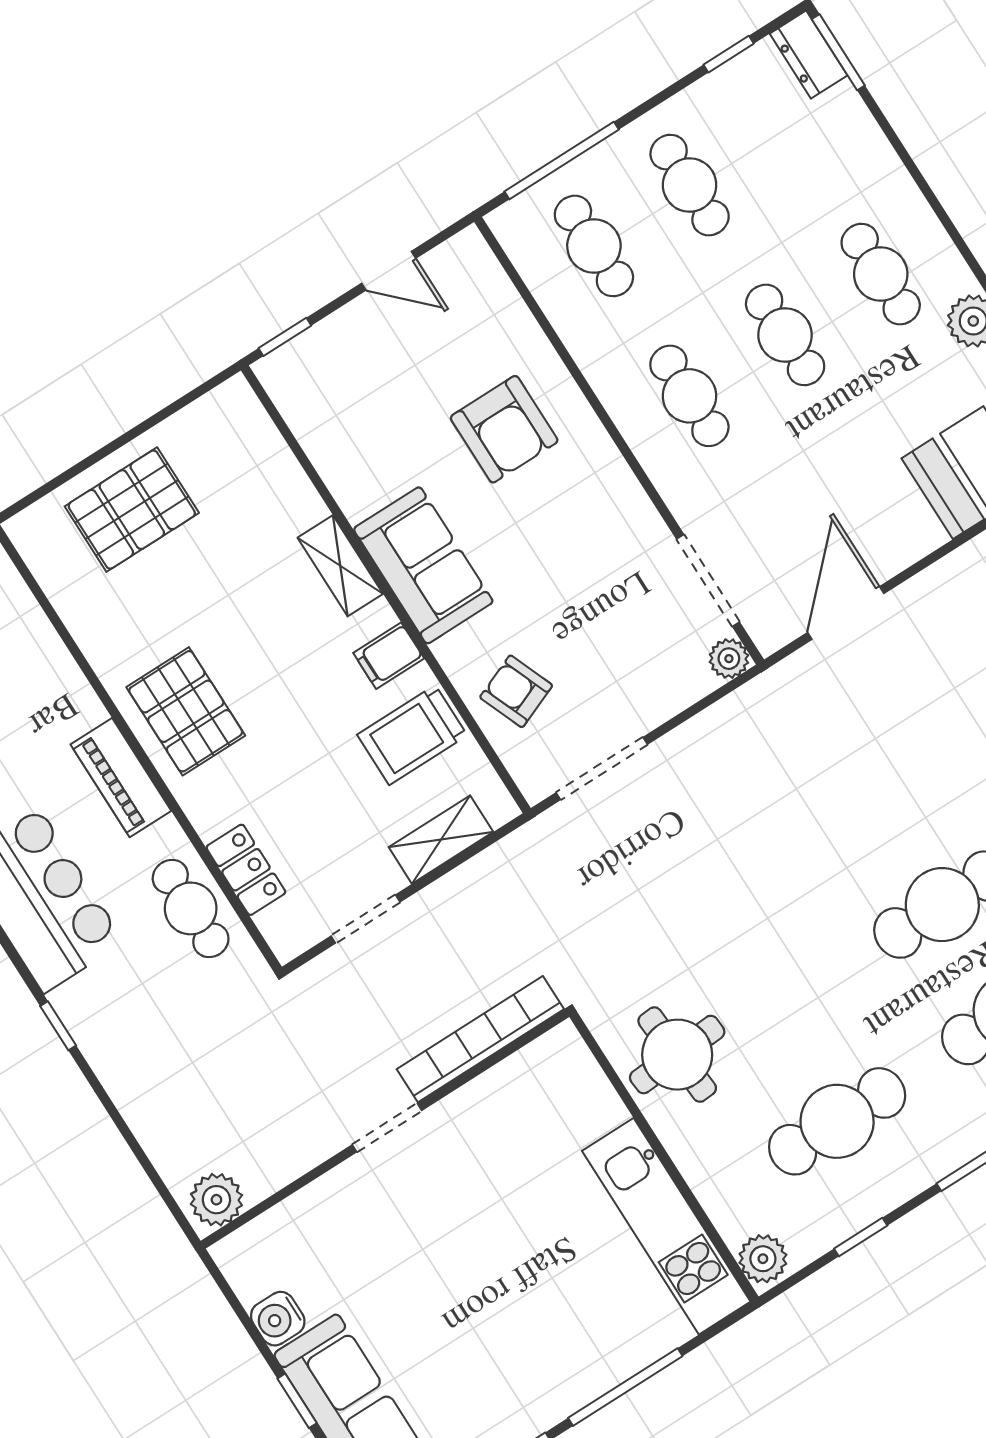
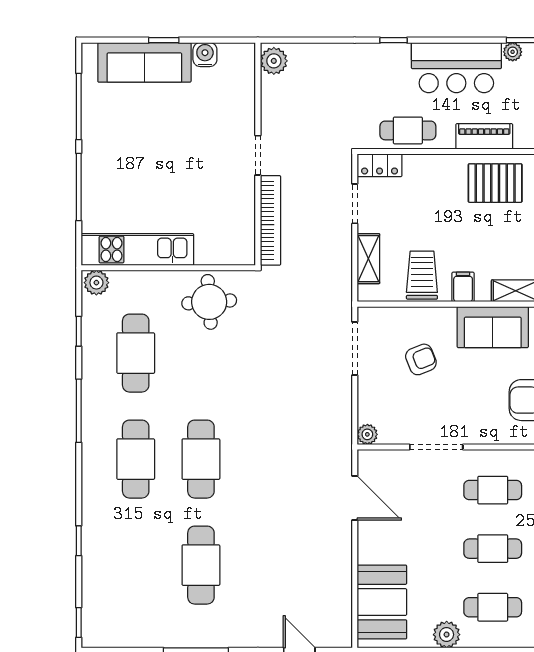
doorway: (708, 580) -> (436, 447), moved
armchair: (516, 691) -> (421, 359), moved
locker: (246, 870) -> (380, 165), moved

